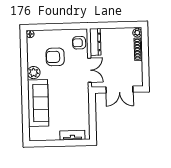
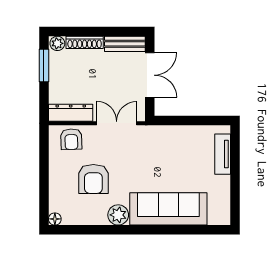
window: (124, 25) -> (44, 65), added
bench: (138, 74) -> (125, 44), added

